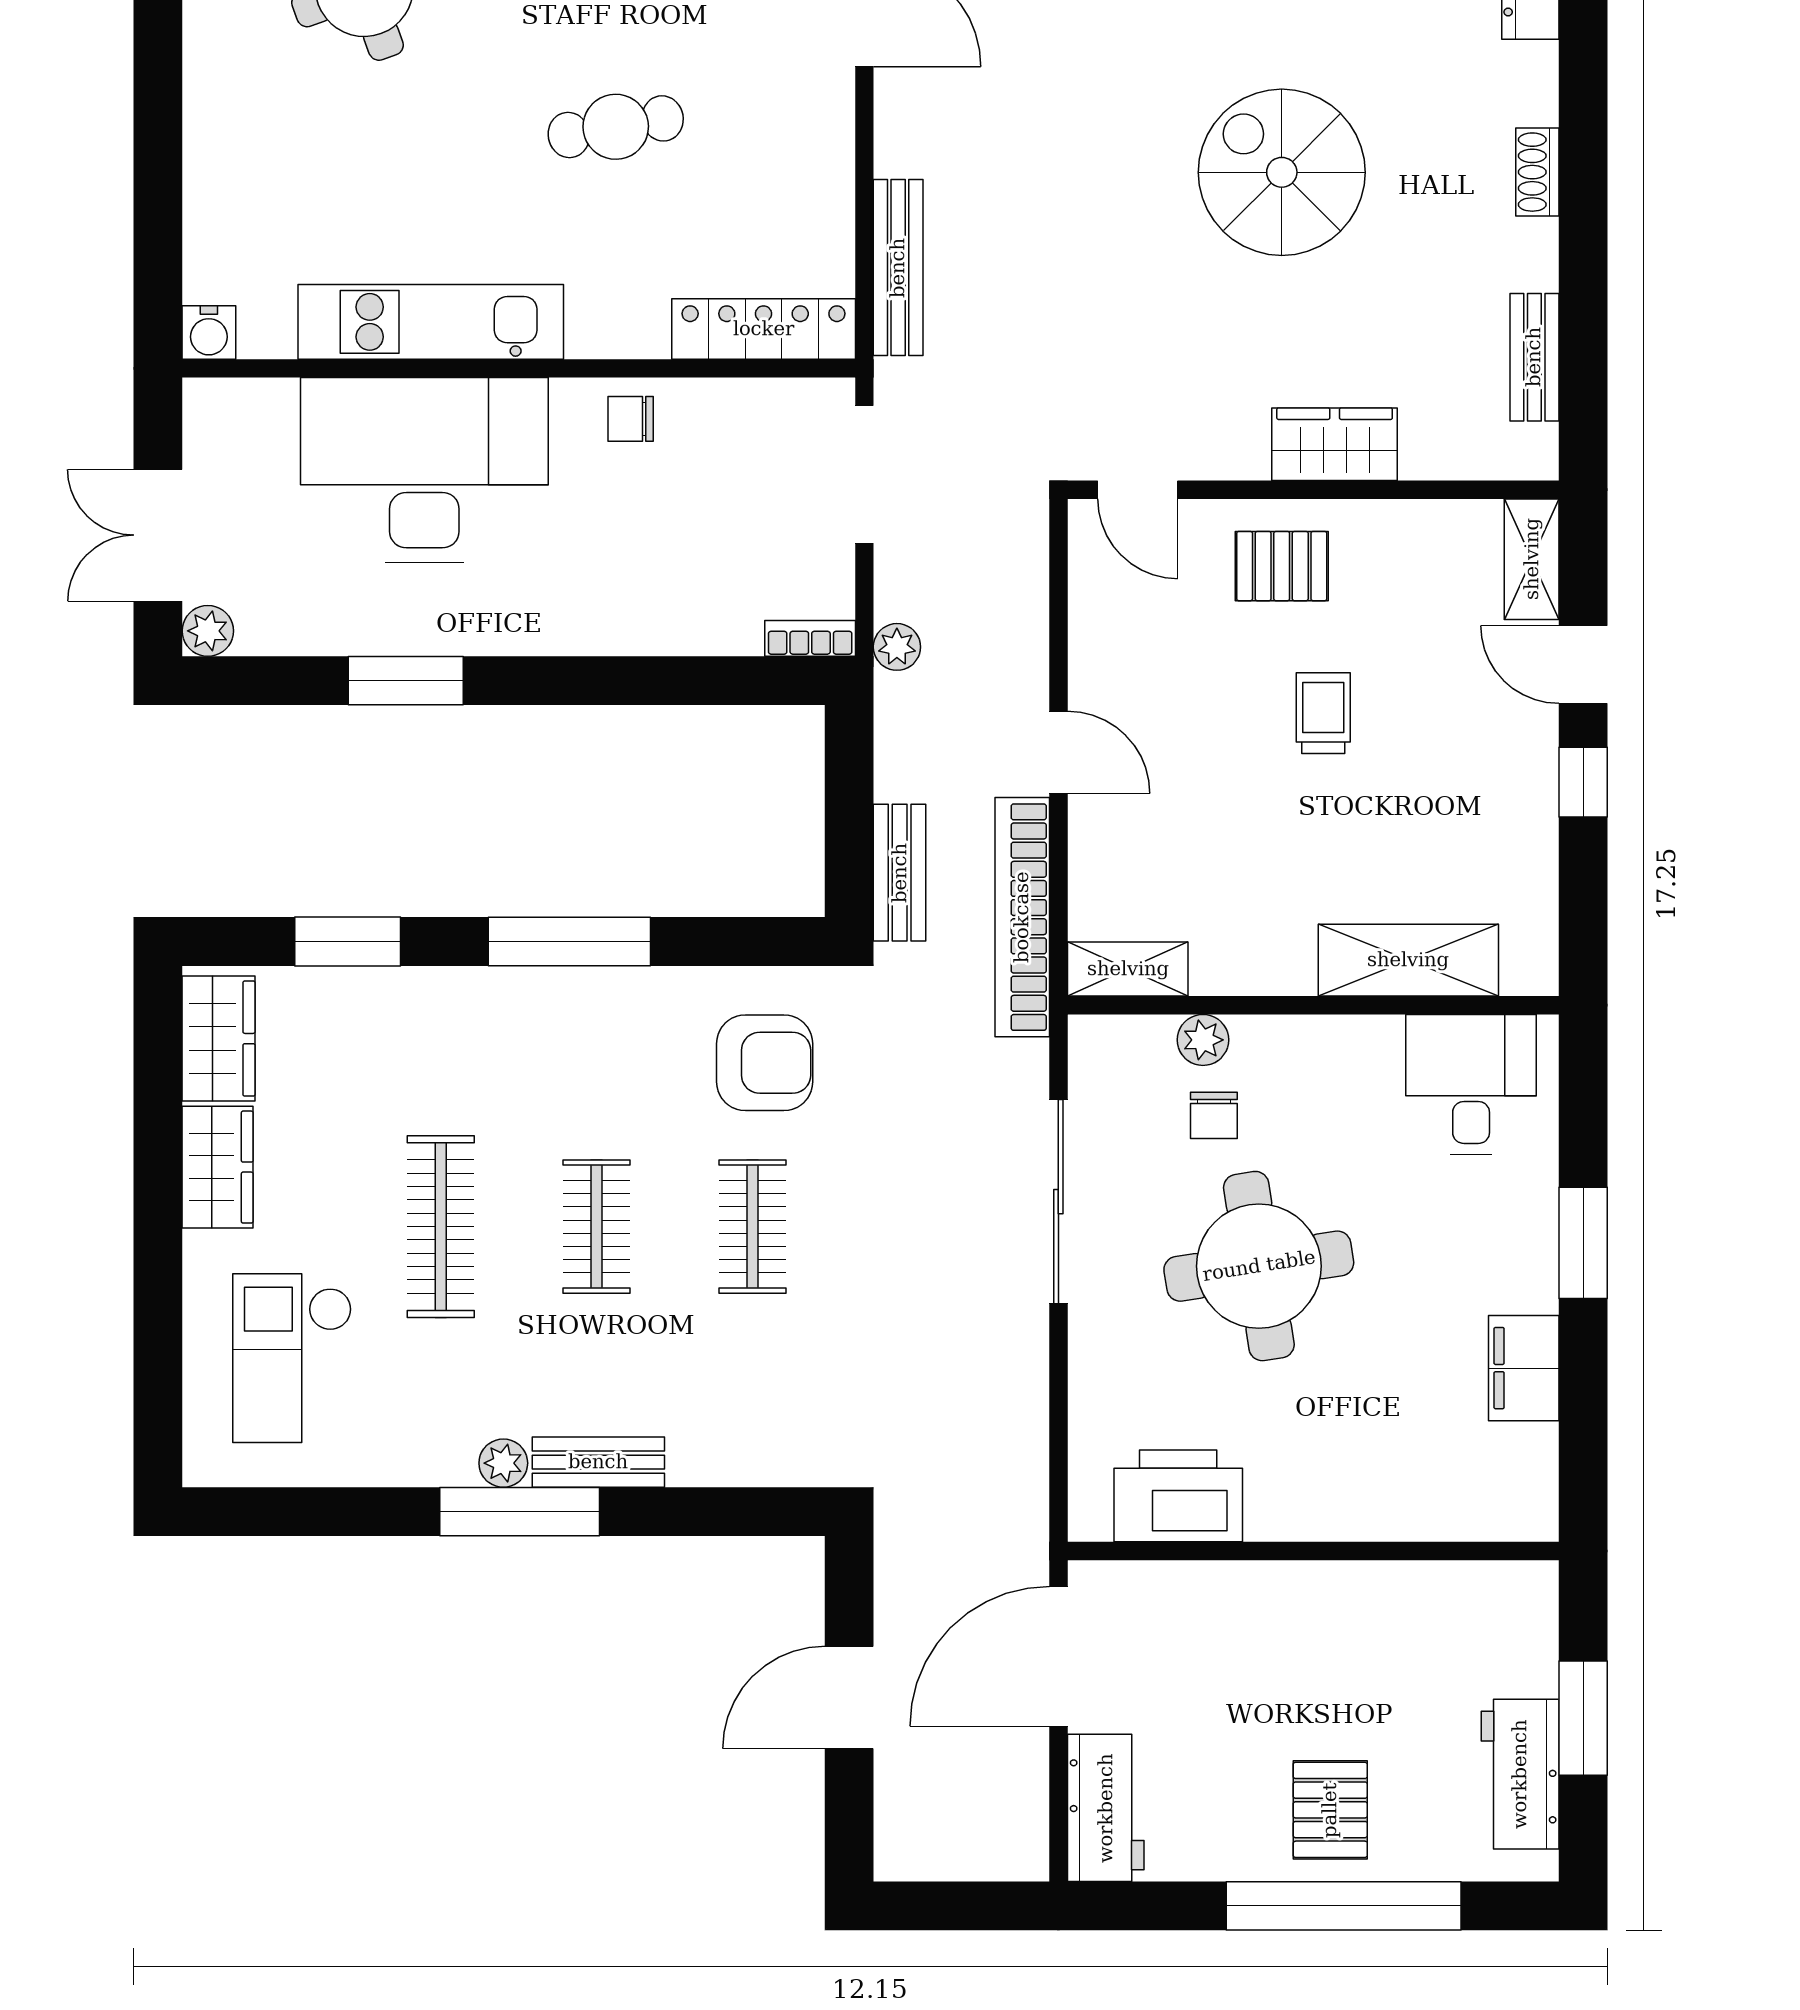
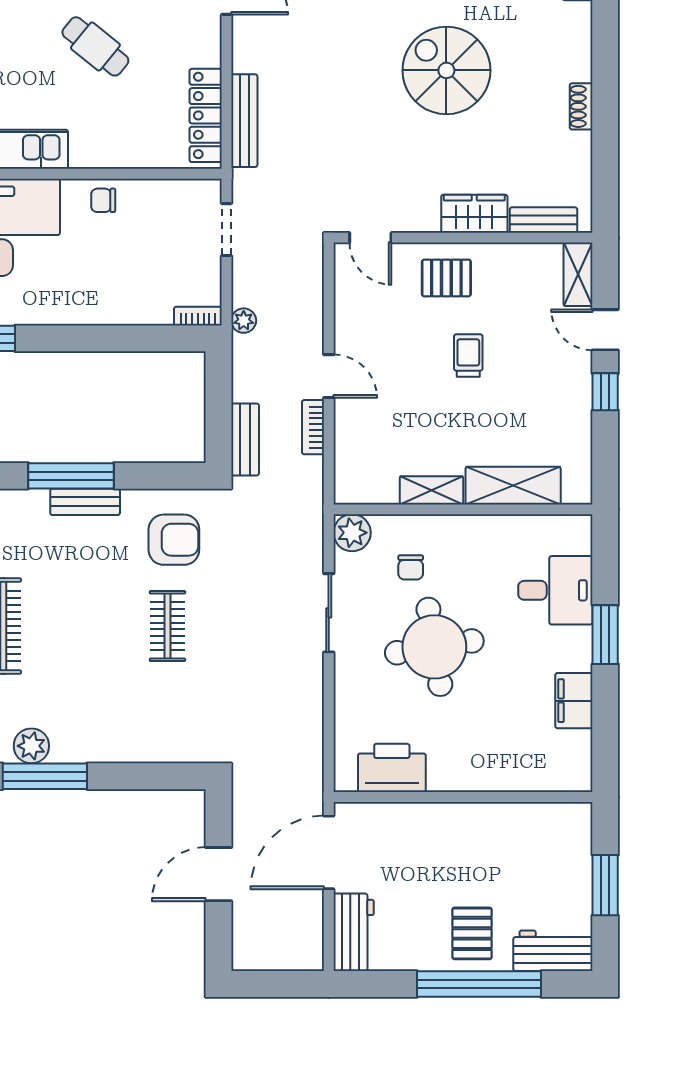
cafe table: (616, 127) -> (95, 46), turned 49
shoe rack: (1537, 172) -> (581, 106), moved
locker: (764, 329) -> (206, 115), moved, turned -90
bench: (1534, 357) -> (544, 220), moved, turned 90
doorway: (864, 474) -> (226, 230), width x0.73
bookcase: (1022, 917) -> (313, 427), width x0.43, depth x0.76
shelving: (1128, 969) -> (431, 490), moved
plant: (1203, 1040) -> (352, 533), moved, width x1.38, depth x1.38
desk: (1471, 1085) -> (555, 590), moved, turned 90
sliding door: (1058, 1202) -> (329, 613), width x0.73
clothes rail: (597, 1227) -> (85, 626), removed
bench: (598, 1462) -> (85, 502), moved
plant: (503, 1463) -> (31, 746), width x1.38, depth x1.38
workbench: (1520, 1774) -> (553, 951), moved, turned 90

